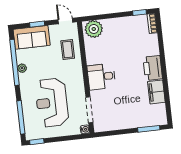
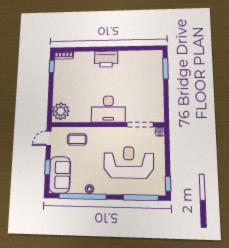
desk: (101, 77) -> (108, 109), width x1.37
filing cabinet: (156, 92) -> (130, 58), removed
reception desk: (52, 103) -> (129, 162), turned 180

